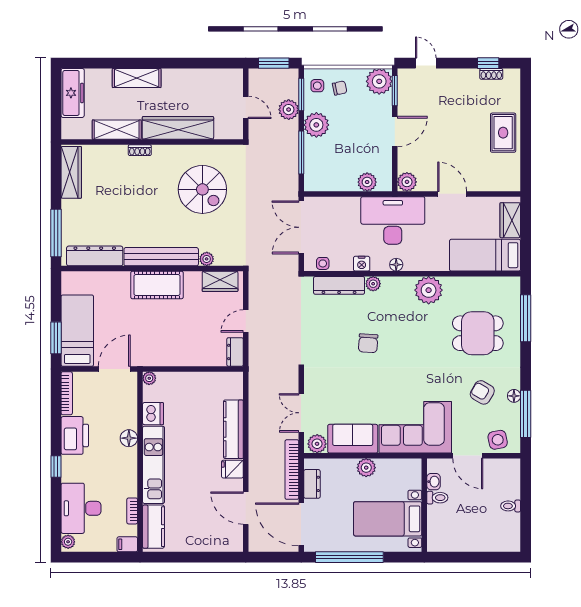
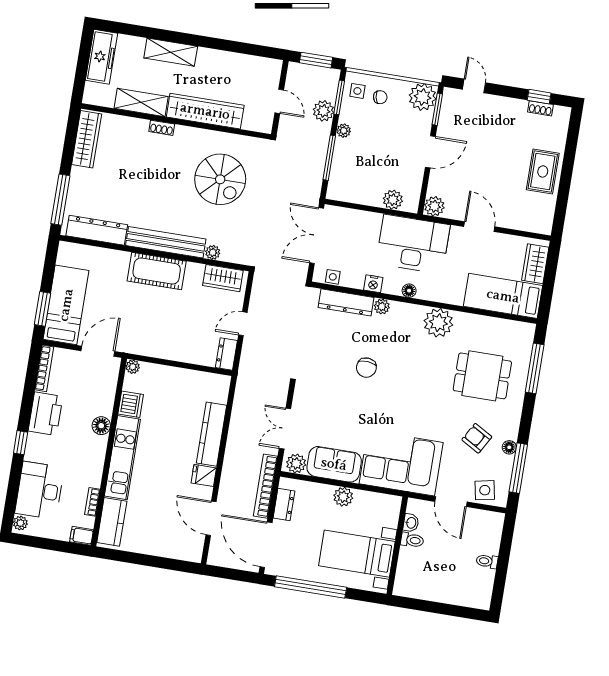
plant: (316, 125) -> (344, 131), width x0.53, depth x0.53

